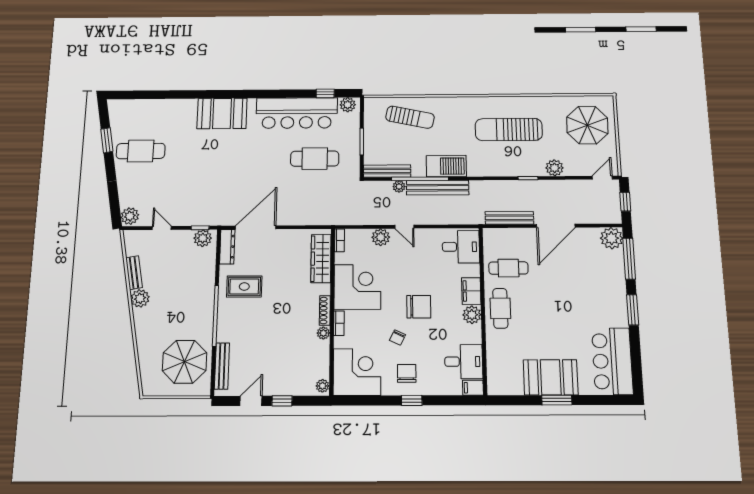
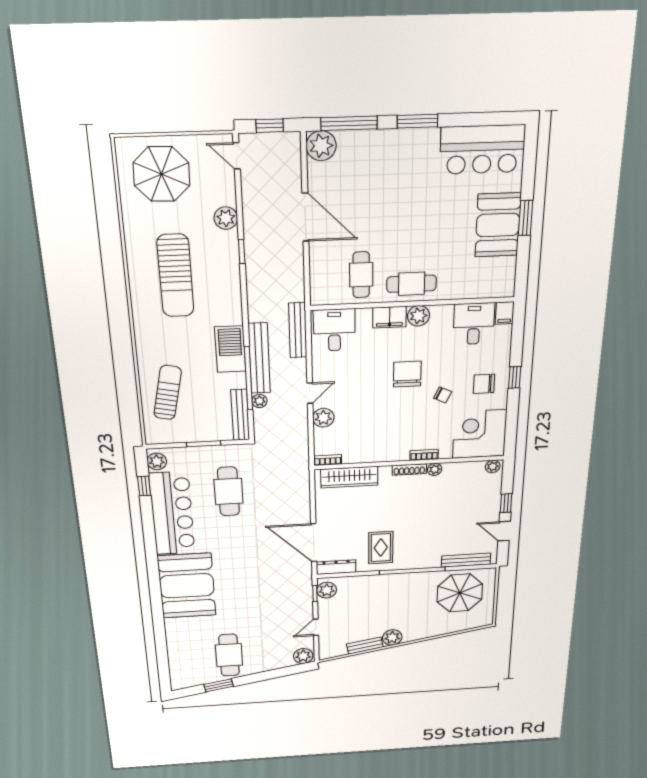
booth: (222, 113) -> (187, 586), width x1.36, depth x1.42
bench: (509, 218) -> (298, 330), moved
corner desk: (357, 287) -> (383, 439), removed

